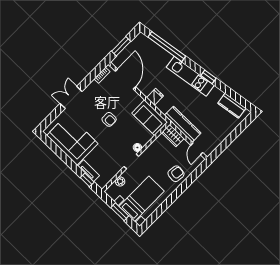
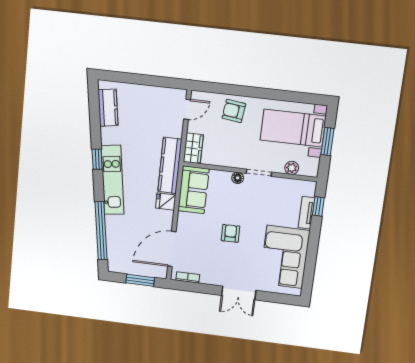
kitchen counter: (183, 124) -> (170, 165), moved

